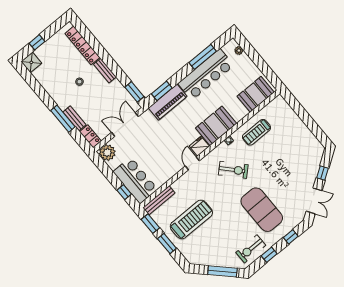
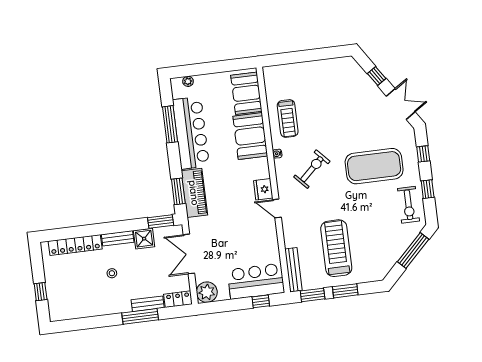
shower: (31, 62) -> (144, 239), moved
booth: (216, 126) -> (250, 136), moved

